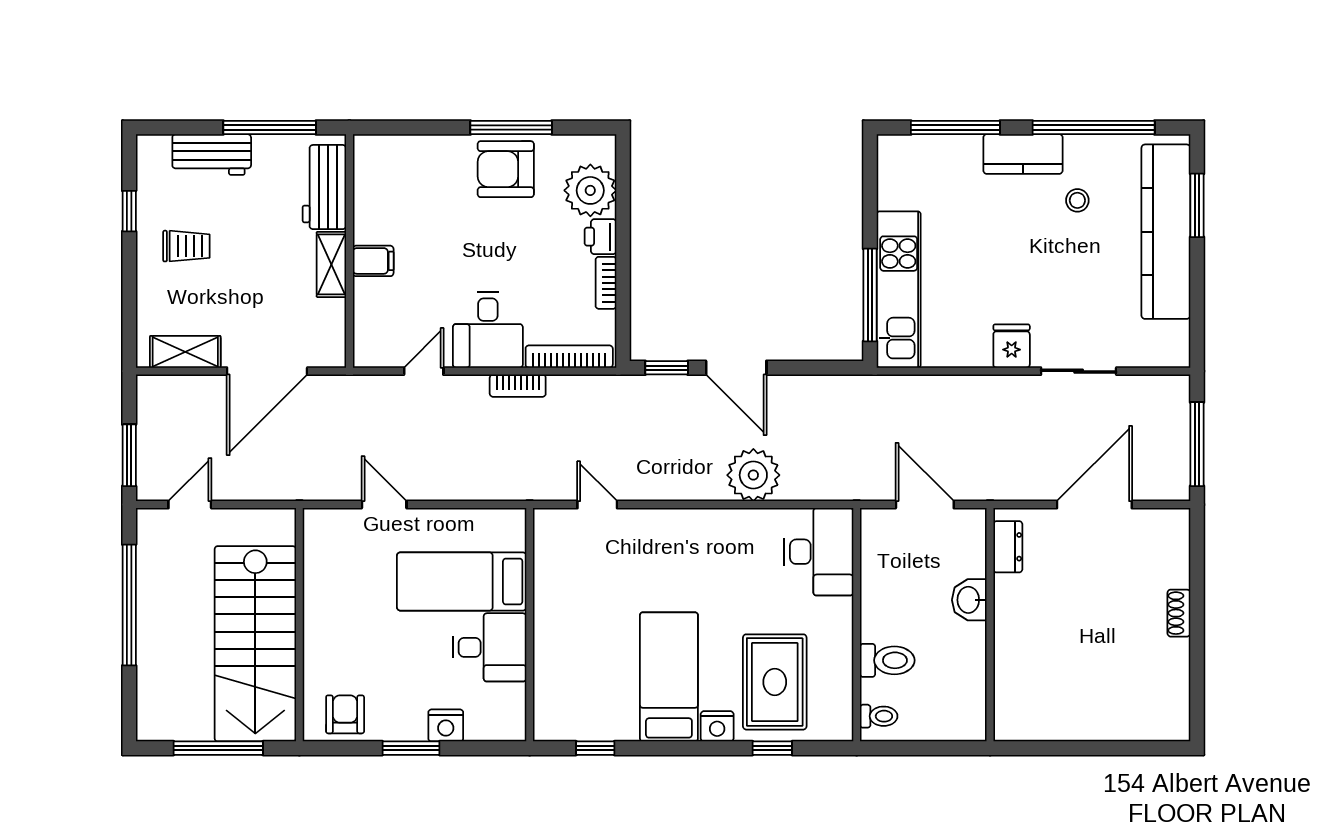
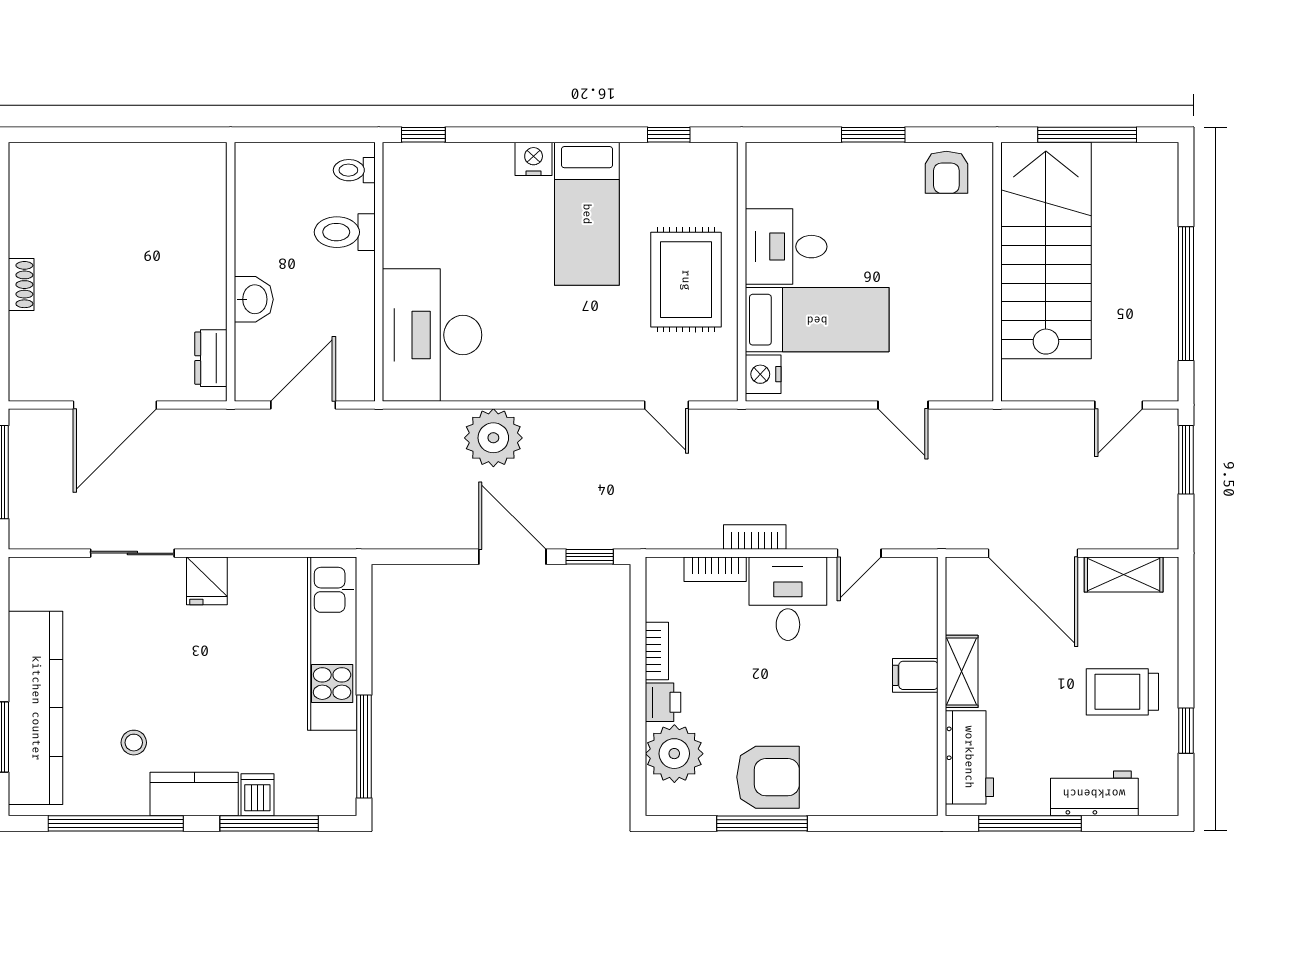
dishwasher: (966, 153) -> (257, 795), added
trolley: (186, 246) -> (1122, 692), width x1.36, depth x1.39
window: (870, 295) -> (364, 746), moved
bookcase: (569, 357) -> (715, 569), width x0.64
door: (267, 371) -> (1033, 553), swing flipped
door: (925, 505) -> (303, 405), swing flipped
desk: (819, 552) -> (432, 335), width x1.36, depth x1.30
rug: (775, 682) -> (686, 280), moved
nightstand: (446, 725) -> (763, 374), moved, turned -90
window: (772, 748) -> (423, 135), moved

